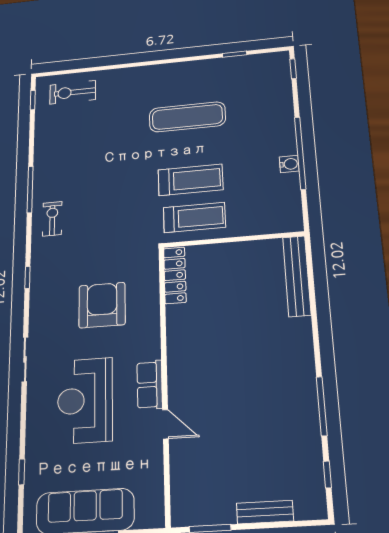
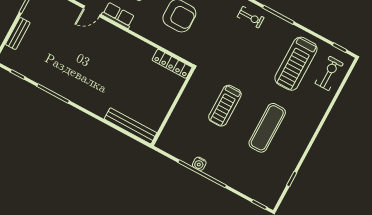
treadmill: (194, 217) -> (296, 64), moved, width x1.37, depth x1.38

